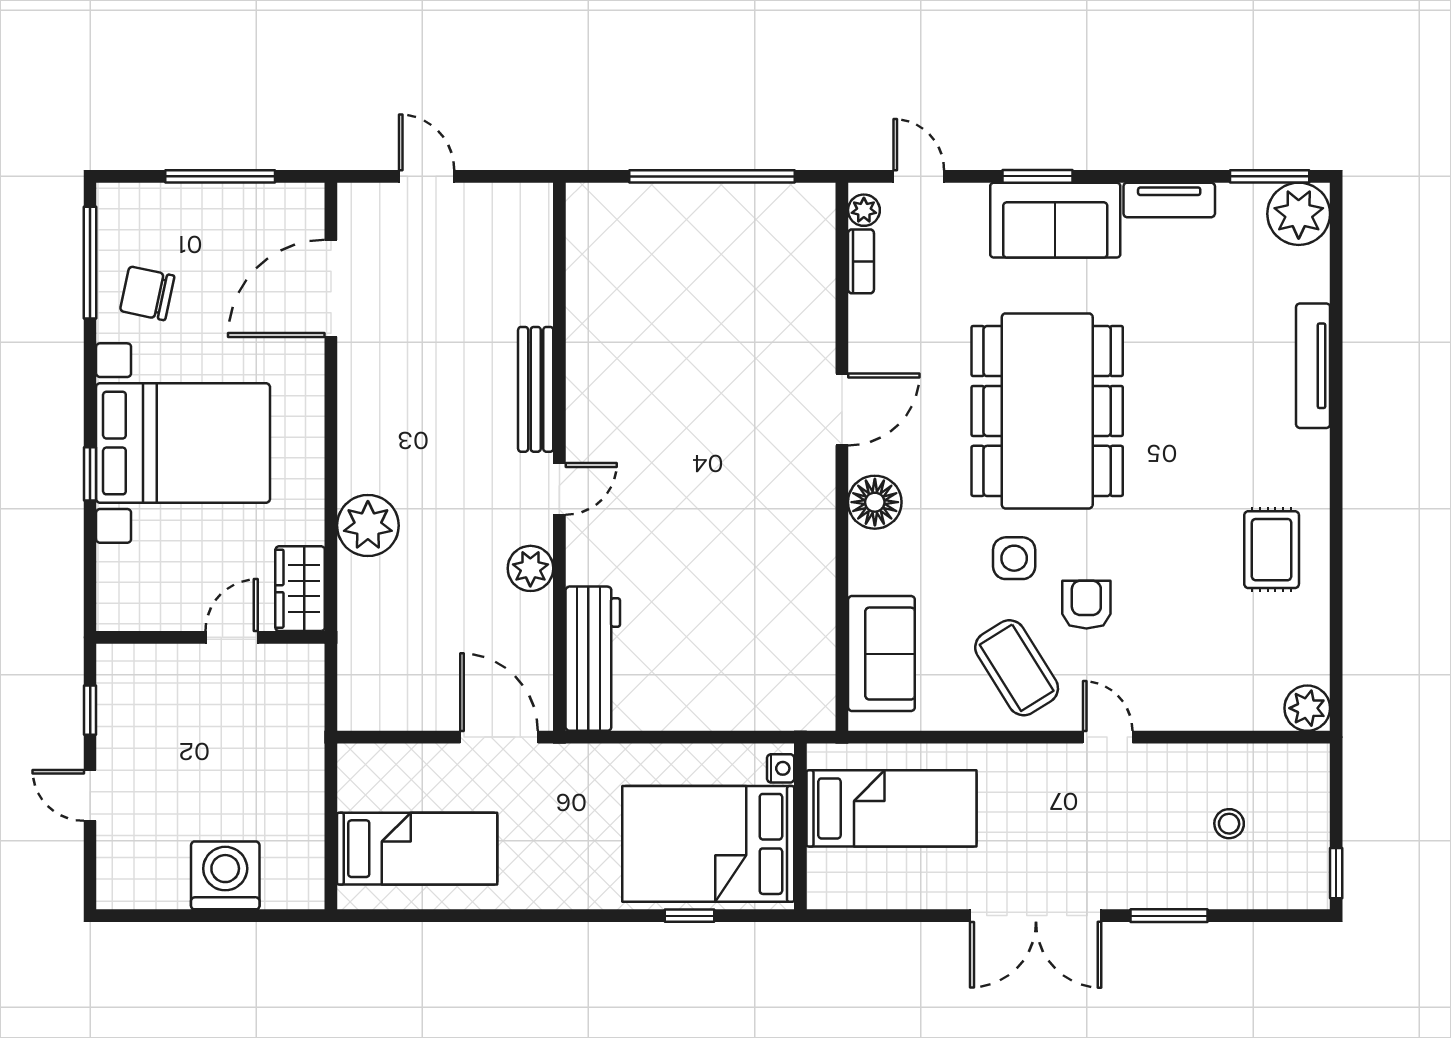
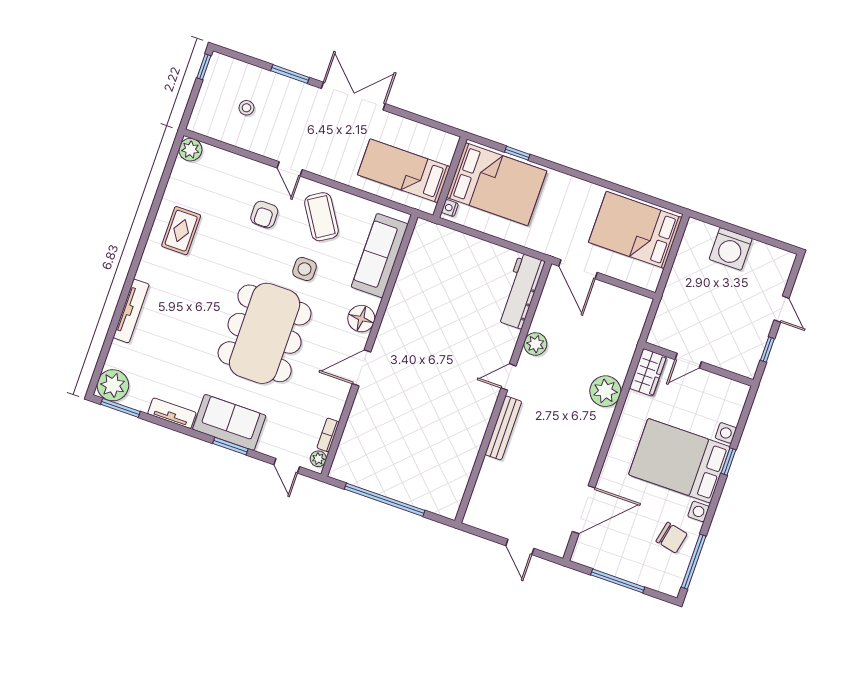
armchair: (1086, 605) -> (264, 215), moved
sofa: (881, 654) -> (380, 256), width x1.36
bed: (417, 849) -> (635, 230), width x1.50

